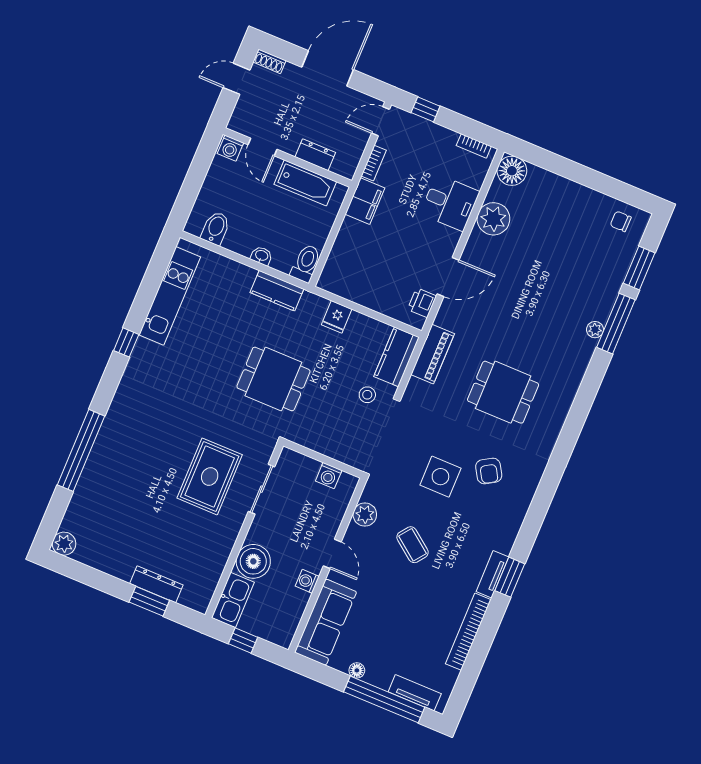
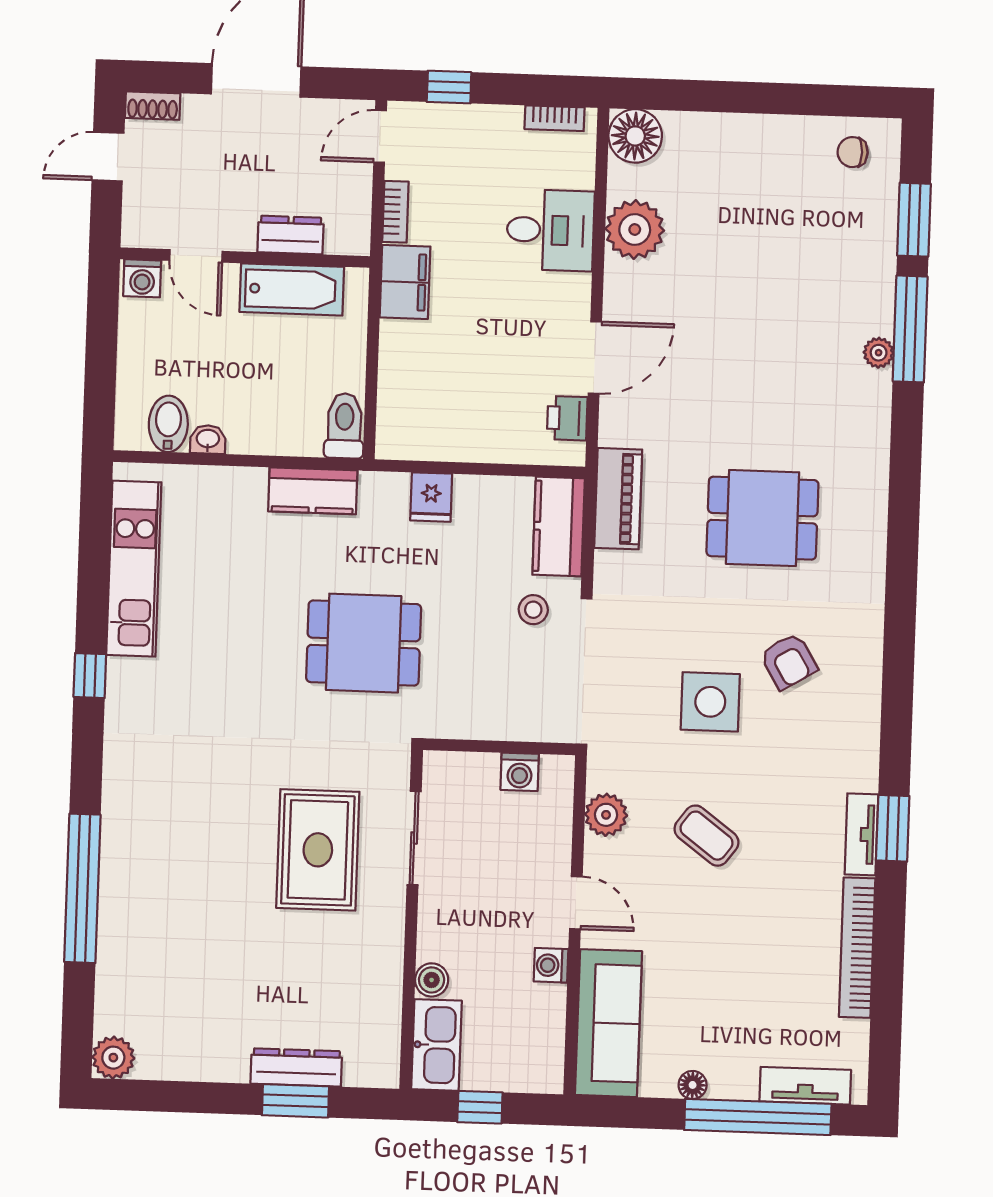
washbasin: (262, 256) -> (208, 439), moved
boiler: (253, 561) -> (432, 980), width x0.54, depth x0.54

